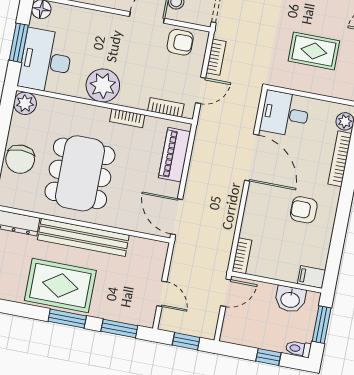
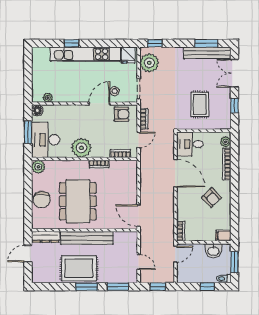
rug: (314, 51) -> (200, 104), turned 90
piano: (175, 155) -> (131, 180), removed
armchair: (304, 210) -> (211, 198), turned -134

